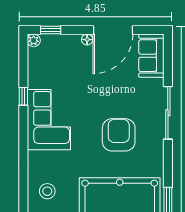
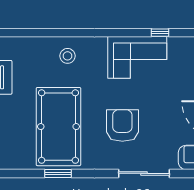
armchair: (119, 135) -> (122, 126), turned -90

